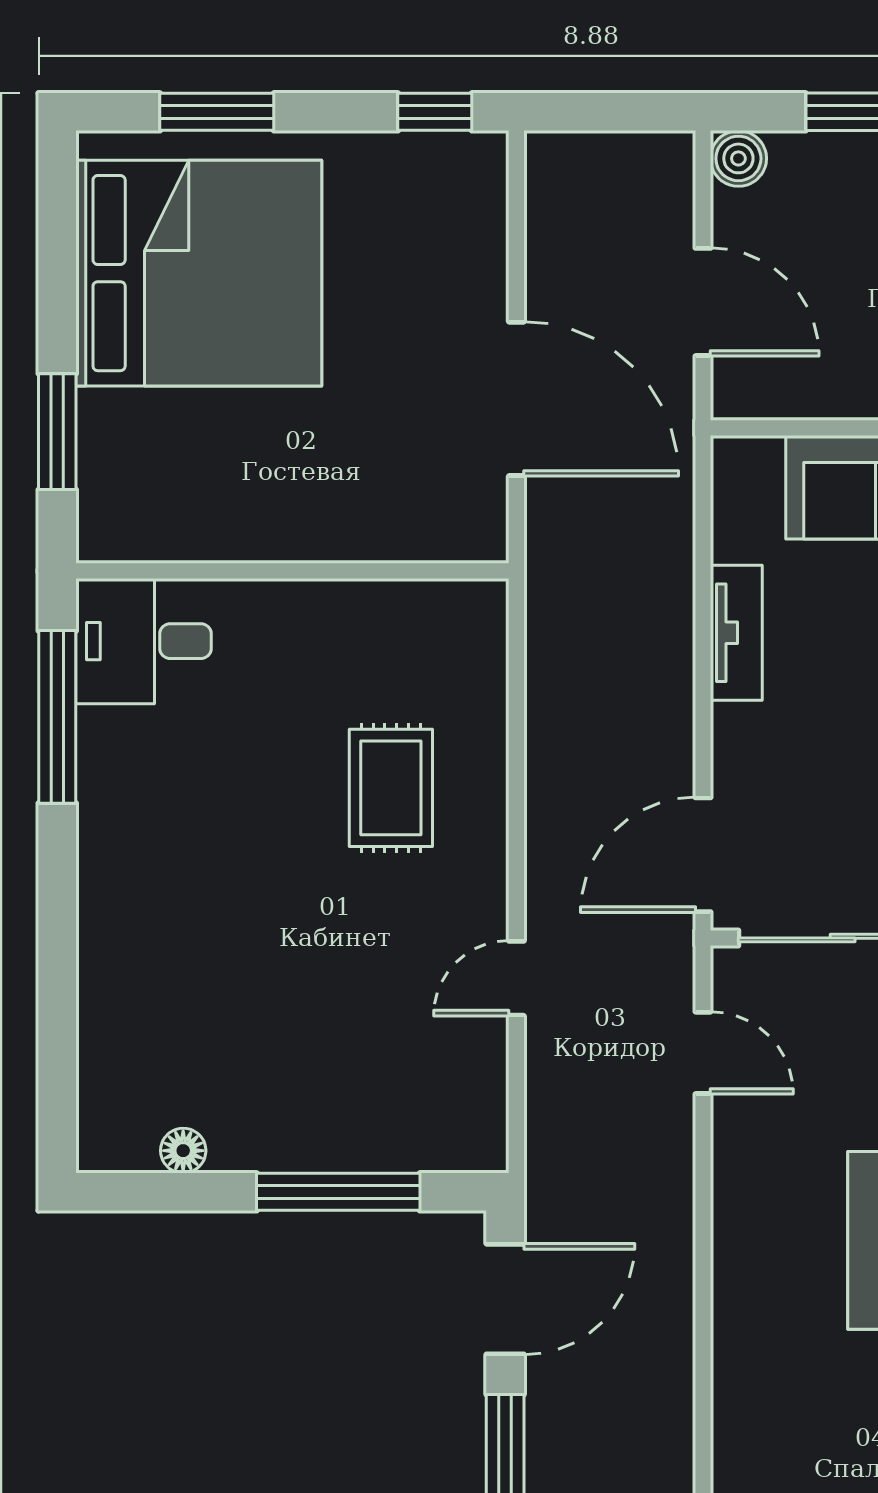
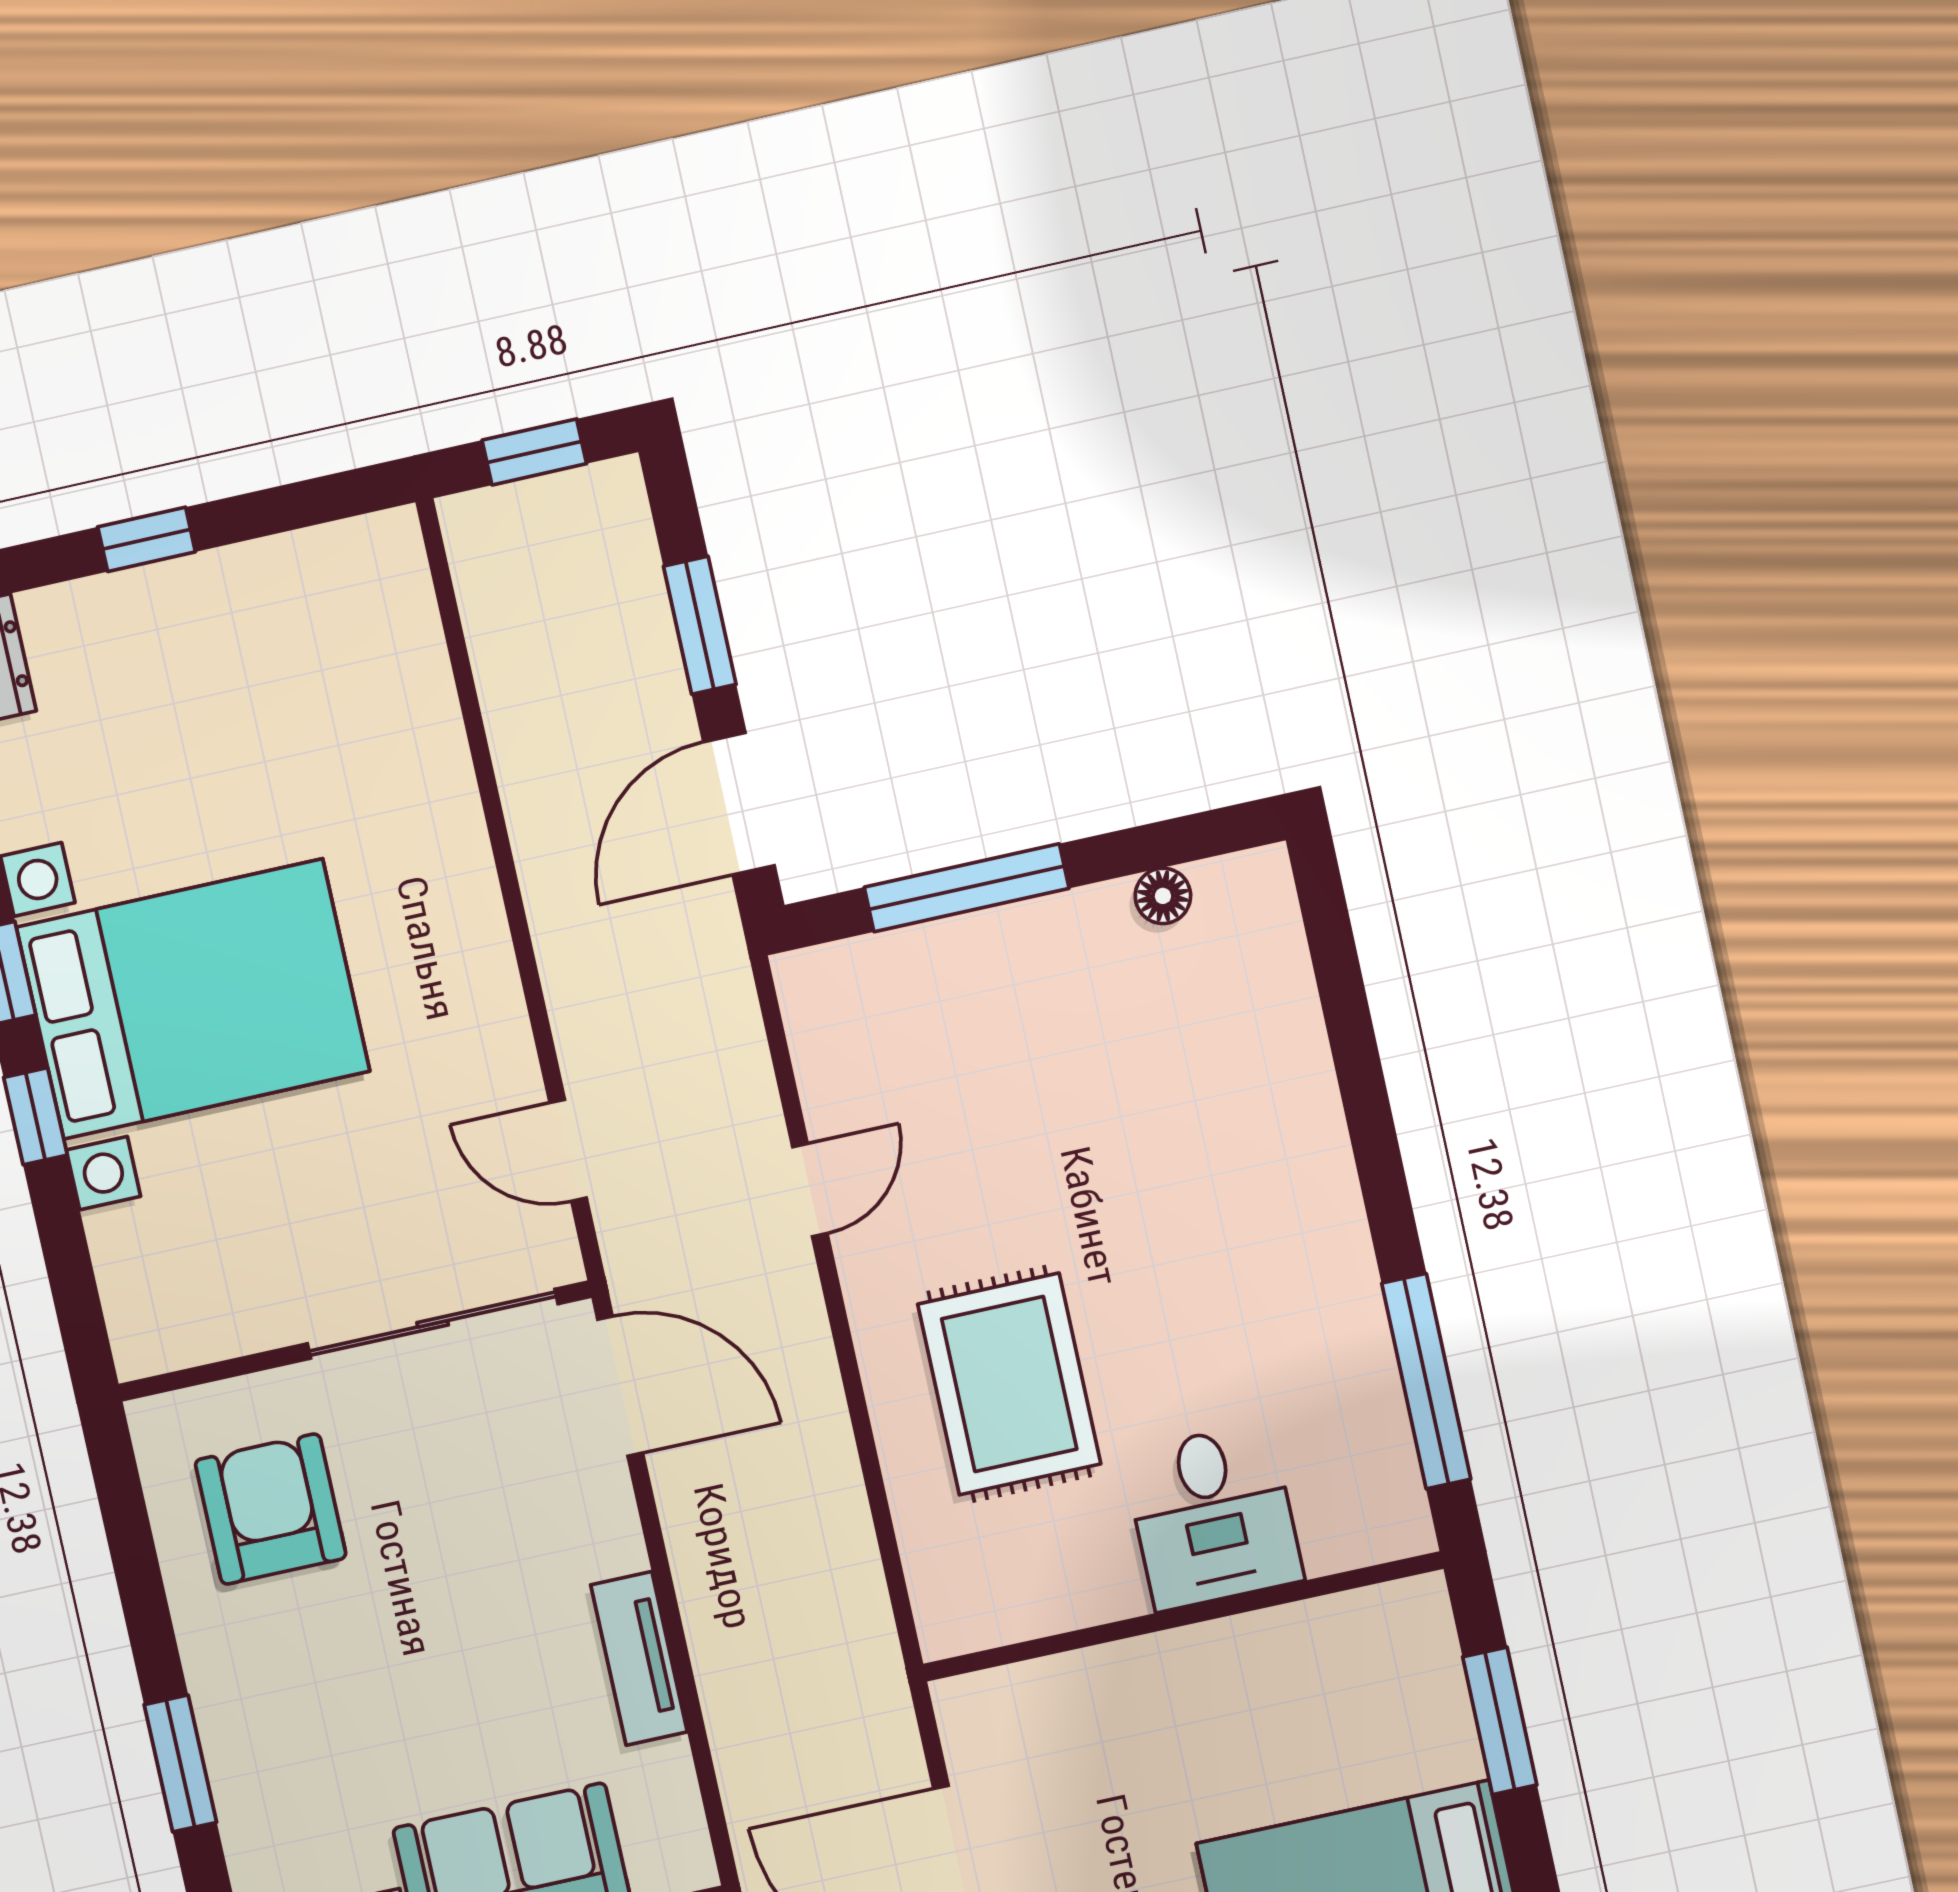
desk: (144, 641) -> (1213, 1516), moved, turned 90
rug: (391, 788) -> (1009, 1384), width x1.36, depth x1.43
door: (703, 855) -> (620, 1386), hinge flipped

